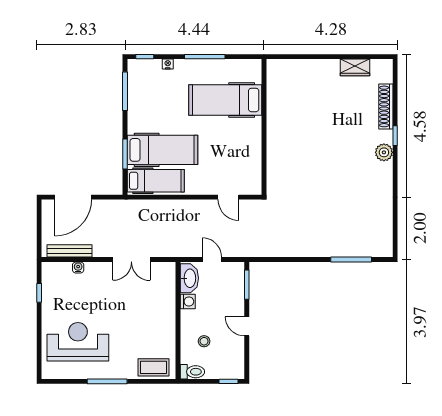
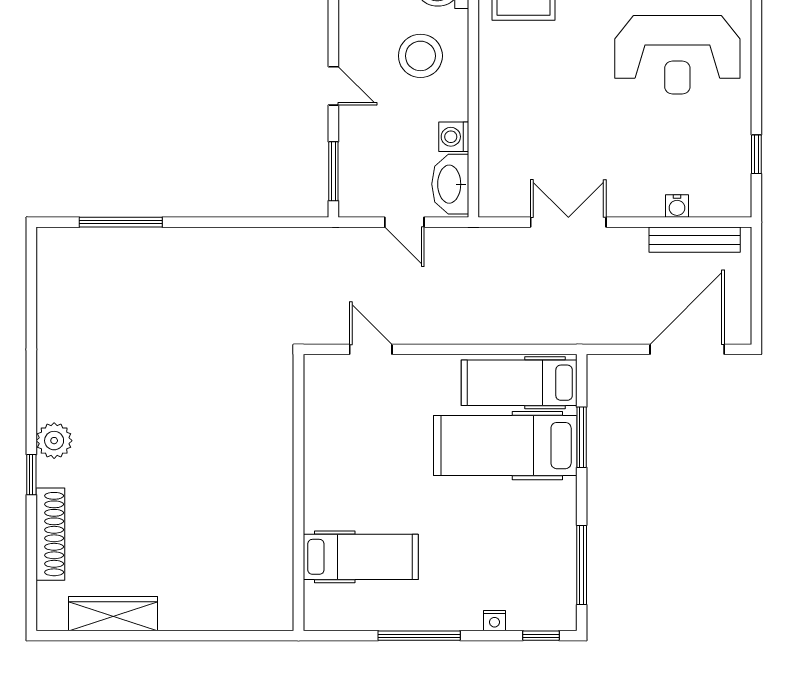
wardrobe: (355, 67) -> (113, 614), width x1.50
hospital bed: (225, 100) -> (361, 557), width x0.73, depth x0.78
stool: (204, 341) -> (420, 56), width x1.89, depth x1.89

